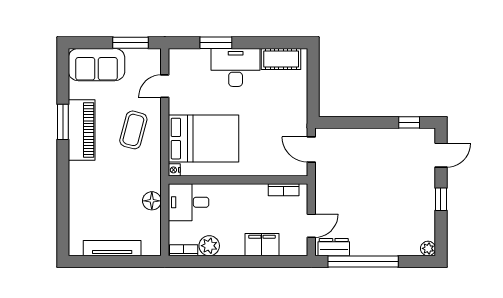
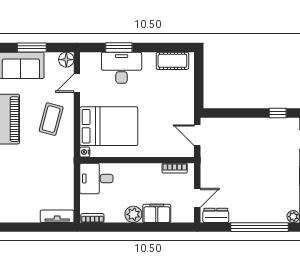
window: (131, 43) -> (32, 47), moved
desk: (236, 67) -> (122, 68), moved
floor lamp: (152, 201) -> (66, 60), moved
plant: (209, 246) -> (133, 214), moved
tv unit: (112, 248) -> (57, 216), moved, width x0.71
window: (363, 261) -> (260, 227), moved

